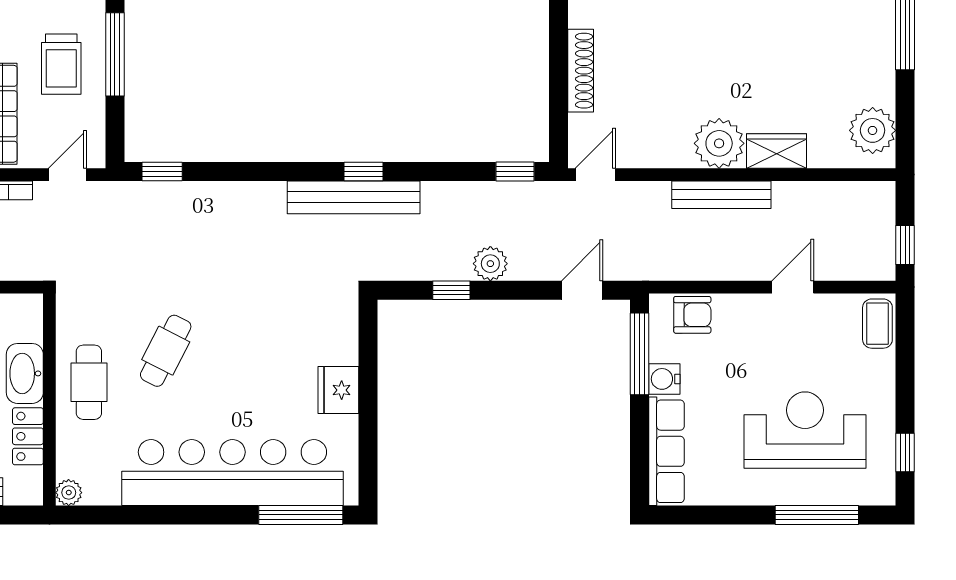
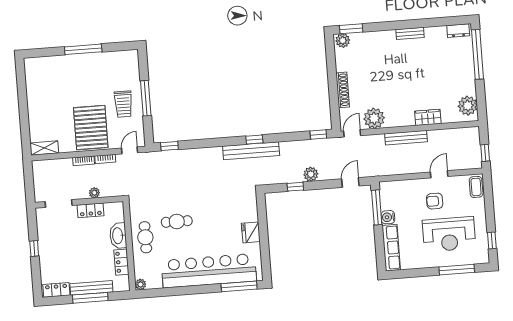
plant: (719, 143) -> (374, 118), moved
armchair: (692, 315) -> (435, 201), moved, turned 180
cafe table: (166, 351) -> (177, 221), turned 63
reception desk: (805, 430) -> (449, 234), turned 180

